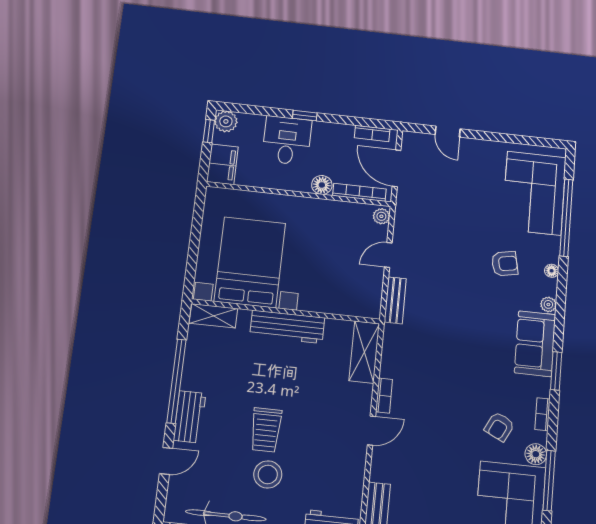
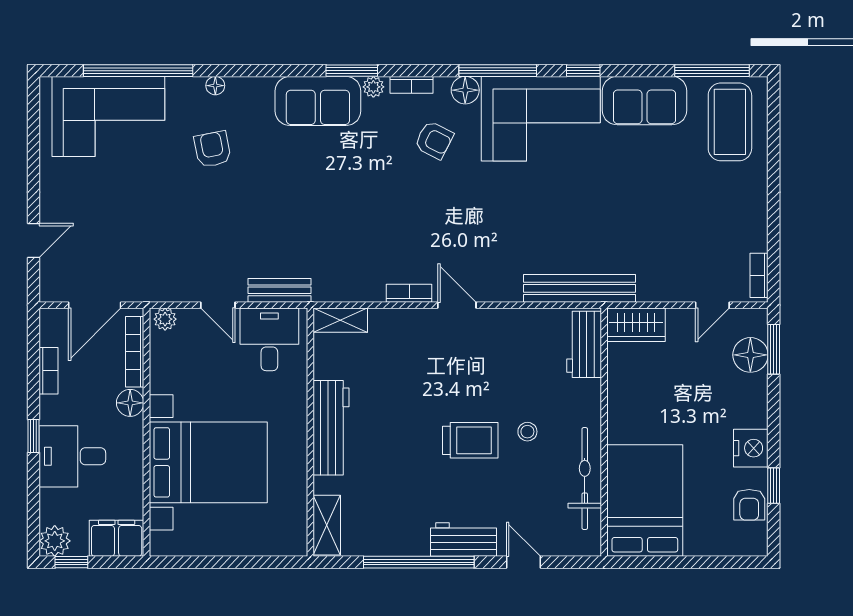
bookcase: (372, 133) -> (49, 371), moved
bed with nightstands: (250, 262) -> (208, 462), moved, turned 180
desk: (359, 289) -> (269, 339), added
plant: (548, 304) -> (373, 87), moved
shelving: (364, 352) -> (340, 320), width x0.67, depth x0.75
stool: (268, 474) -> (527, 432), width x0.53, depth x0.53

